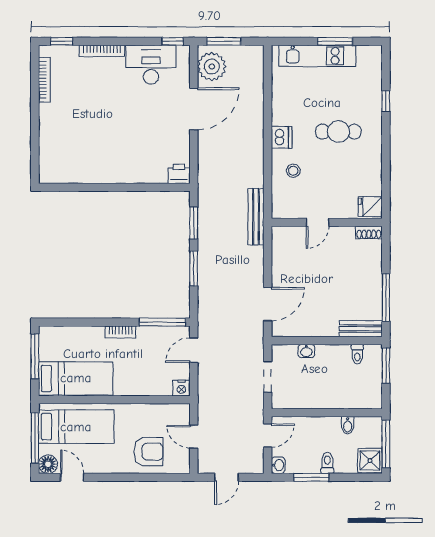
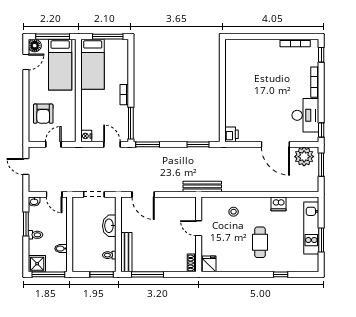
dishwasher: (282, 137) -> (278, 204), moved
window: (194, 269) -> (148, 144), moved
bench: (361, 329) -> (126, 252), width x1.36
washbasin: (306, 351) -> (109, 226), width x1.91, depth x1.45

